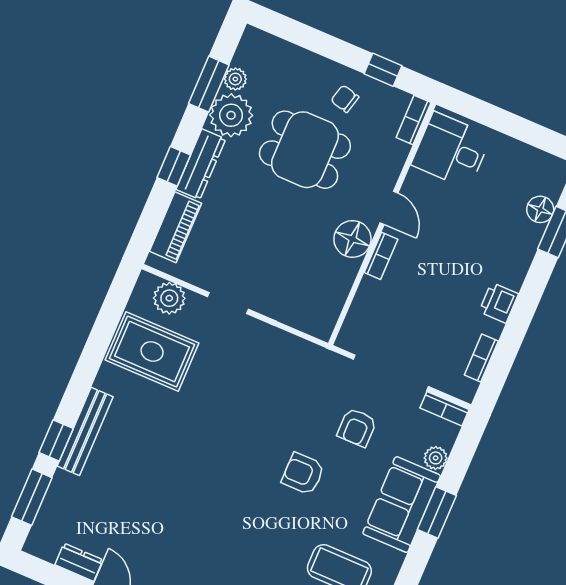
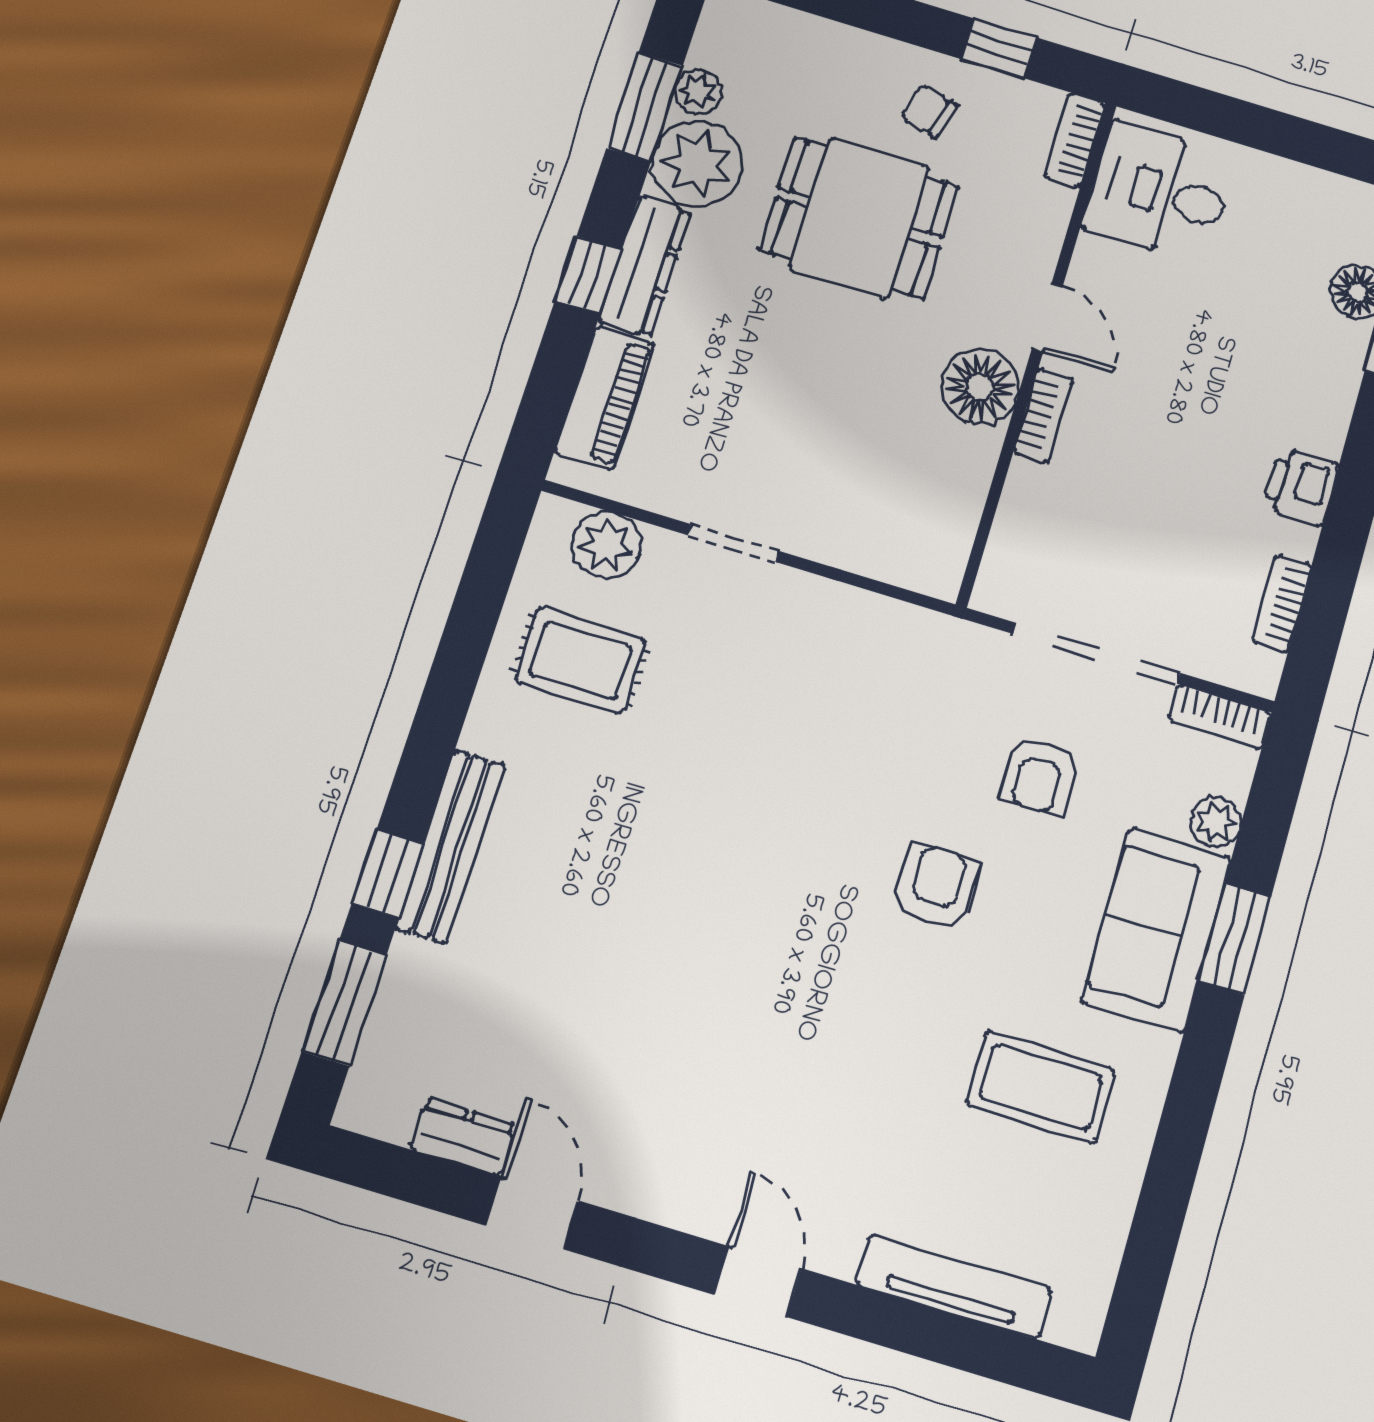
rug: (152, 352) -> (581, 660), width x0.73, depth x0.70
armchair: (303, 474) -> (936, 887), turned 90

